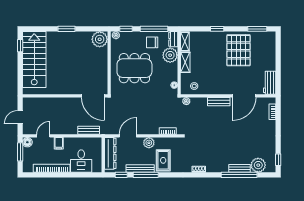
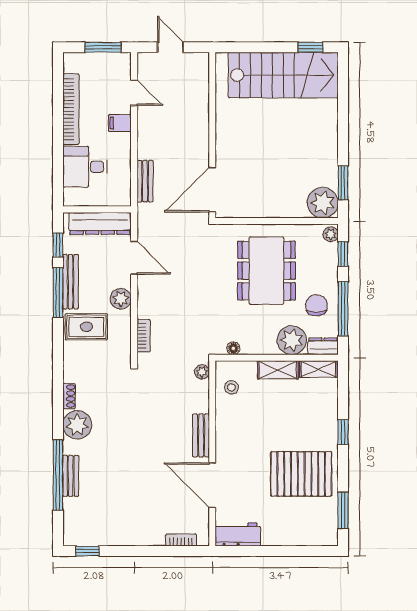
window: (67, 29) -> (343, 183), moved
floor lamp: (27, 142) -> (122, 62), removed
plant: (258, 165) -> (77, 425), moved

